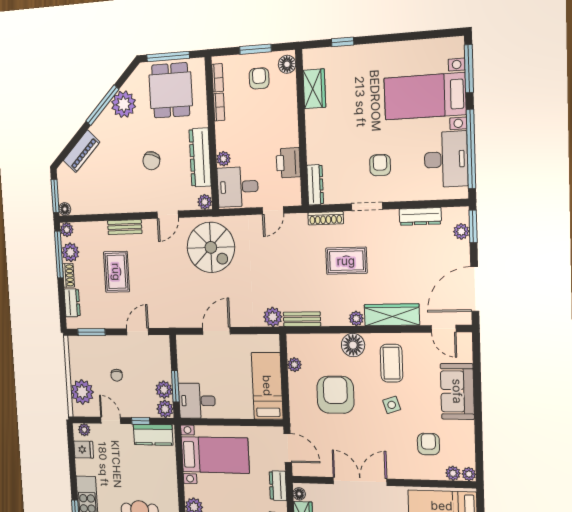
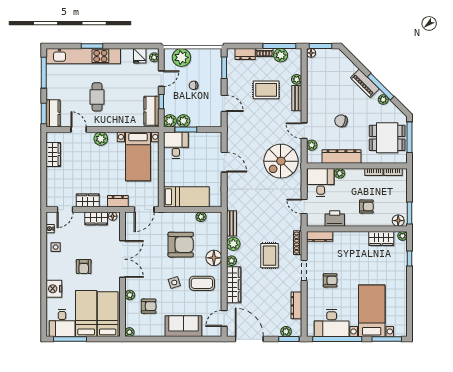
window: (255, 49) -> (409, 213), moved
plant: (309, 56) -> (402, 236), added
armchair: (259, 78) -> (366, 206), moved
plant: (124, 104) -> (383, 100), width x0.53, depth x0.53
piano: (82, 151) -> (365, 83), moved
plant: (205, 202) -> (312, 145), moved
plant: (67, 230) -> (297, 79), moved
plant: (273, 317) -> (233, 244), moved
plant: (453, 473) -> (130, 295), moved

